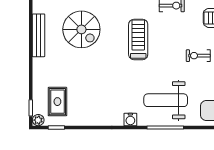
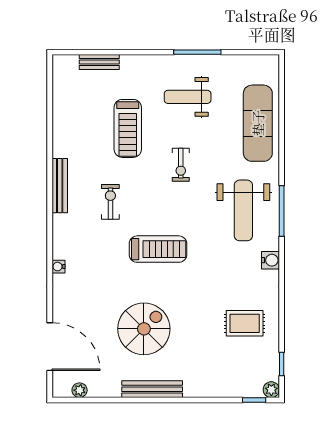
treadmill: (138, 39) -> (158, 249), turned 180
rug: (57, 102) -> (245, 323), moved

